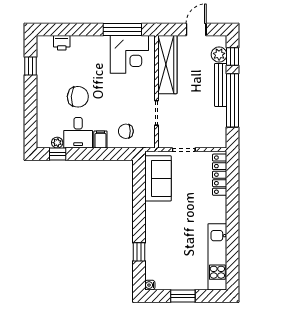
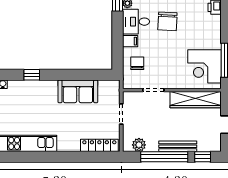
plant: (219, 55) -> (139, 145), moved
sofa: (158, 178) -> (78, 91), moved

